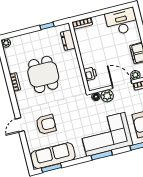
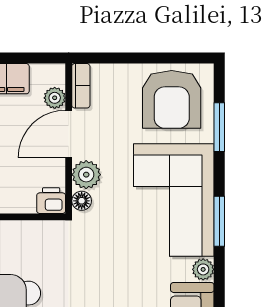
printer: (90, 74) -> (51, 201), moved
plant: (80, 154) -> (203, 269), added

